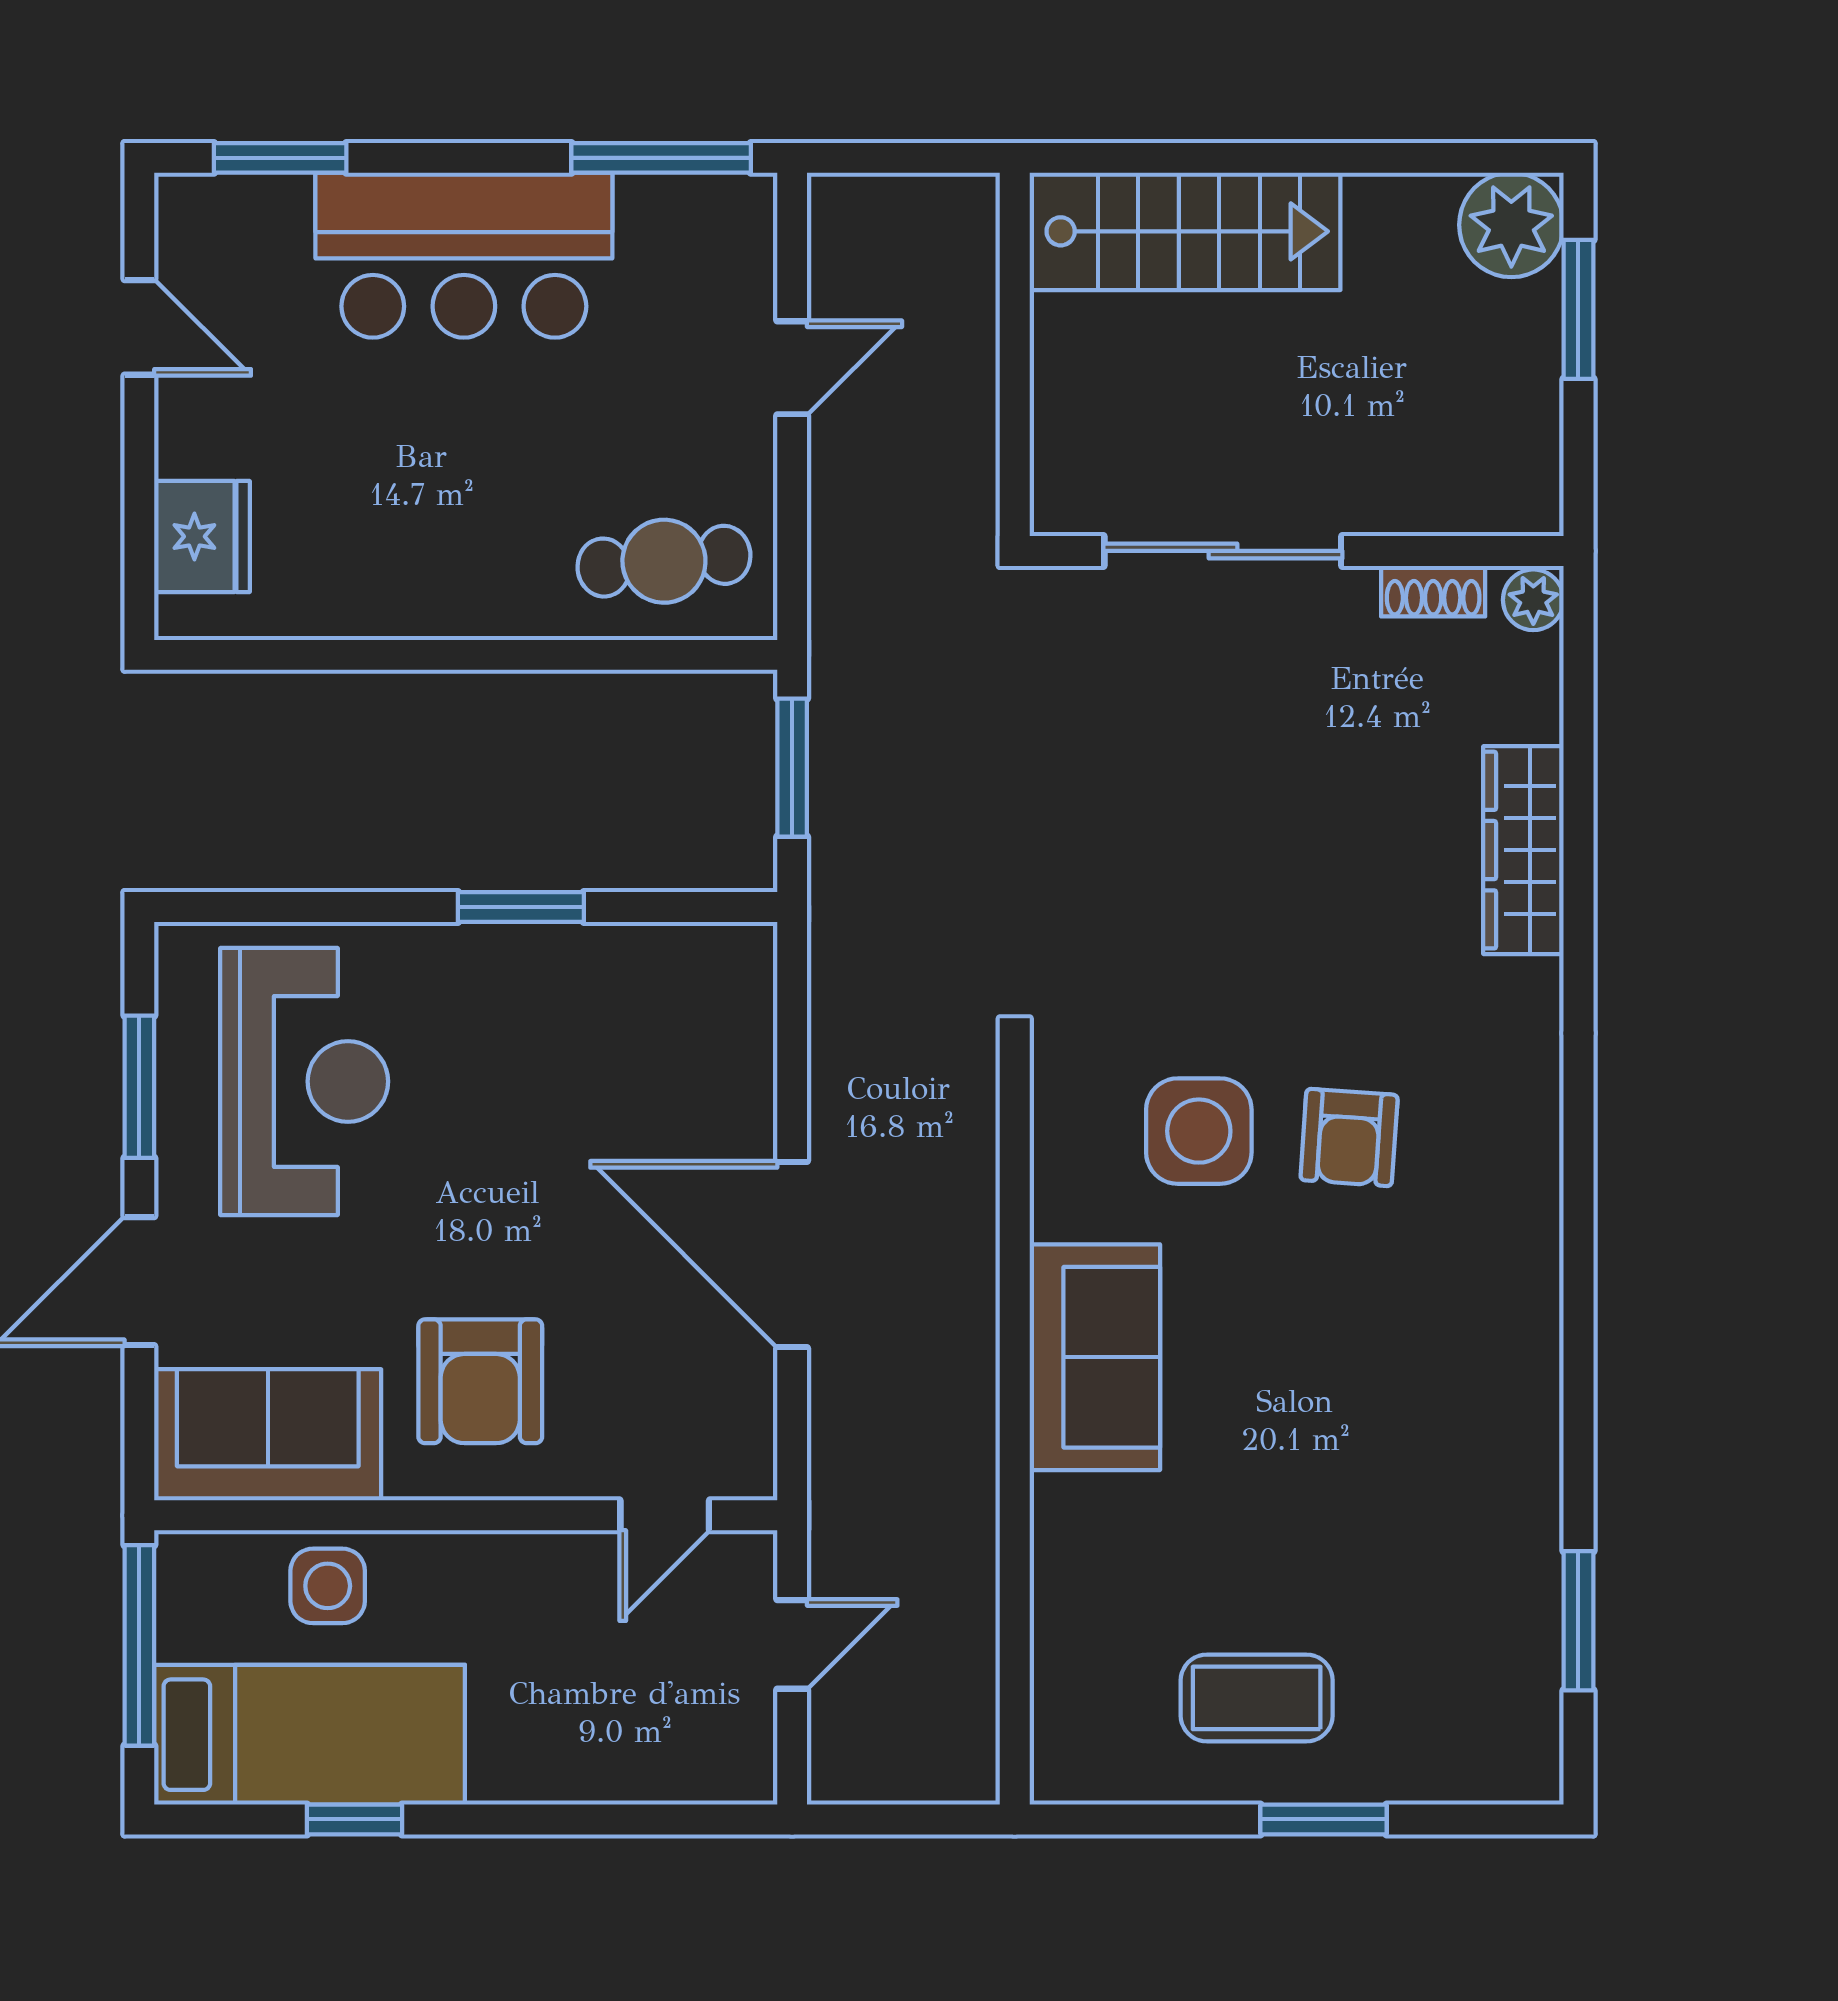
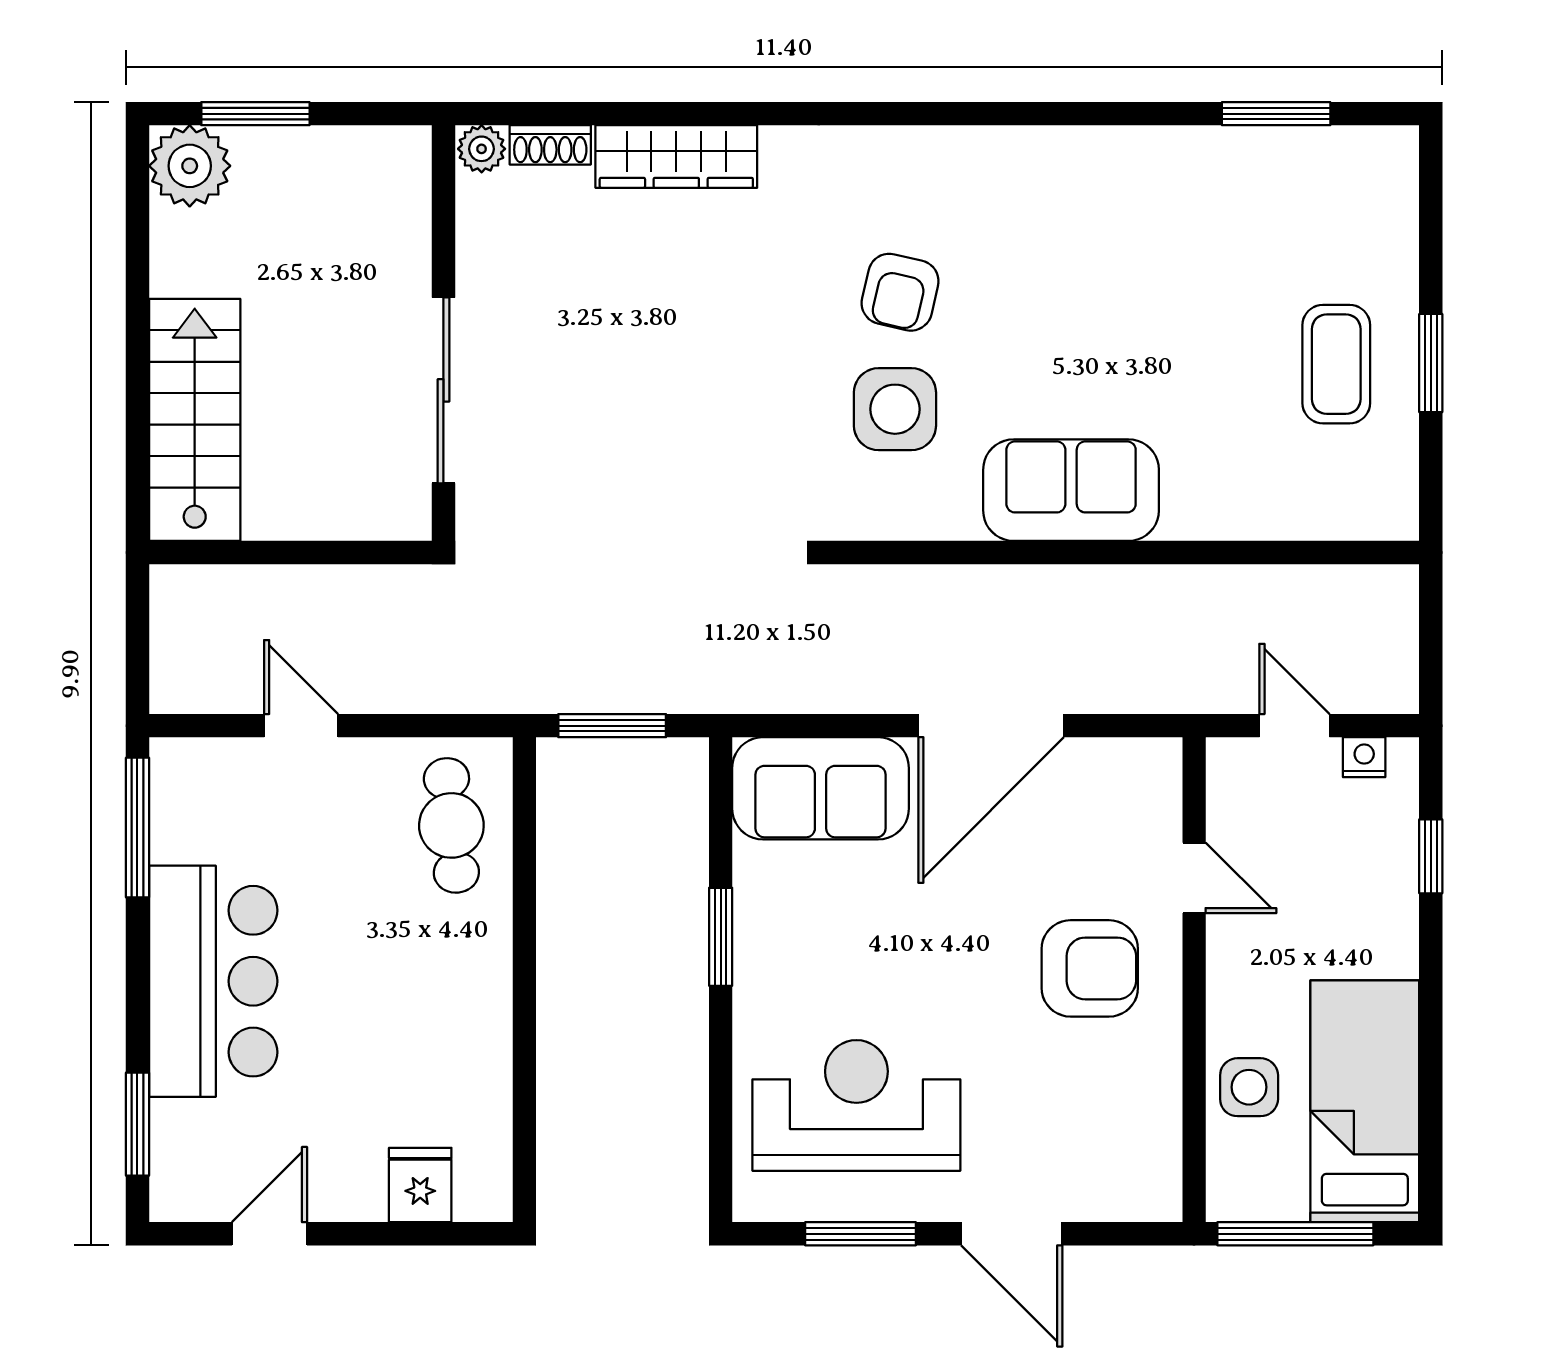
fridge: (202, 536) -> (420, 1185), width x0.72
shoe rack: (1433, 591) -> (550, 145), moved, turned 90
armchair: (1349, 1138) -> (900, 292), turned 99
sofa: (268, 1435) -> (821, 788), moved, turned -90
door: (665, 1515) -> (1194, 878), moved
nightstand: (752, 1734) -> (1364, 757), added
window: (354, 1819) -> (1431, 856), moved
window: (1324, 1819) -> (1431, 363), moved

